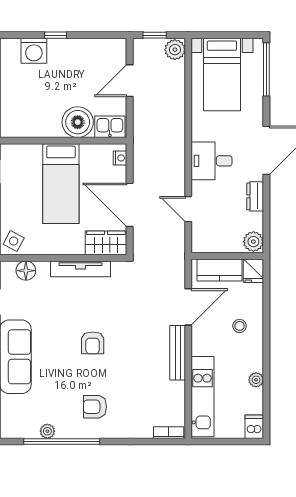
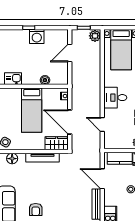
washing machine: (34, 51) -> (37, 36), moved
boiler: (78, 122) -> (45, 80), width x0.54, depth x0.54
kitchen sink: (110, 127) -> (13, 79), moved
door: (188, 307) -> (102, 179), swing flipped
armchair: (93, 343) -> (36, 210), moved

